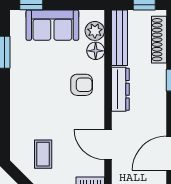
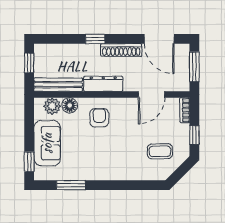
shoe rack: (159, 40) -> (121, 50), moved

